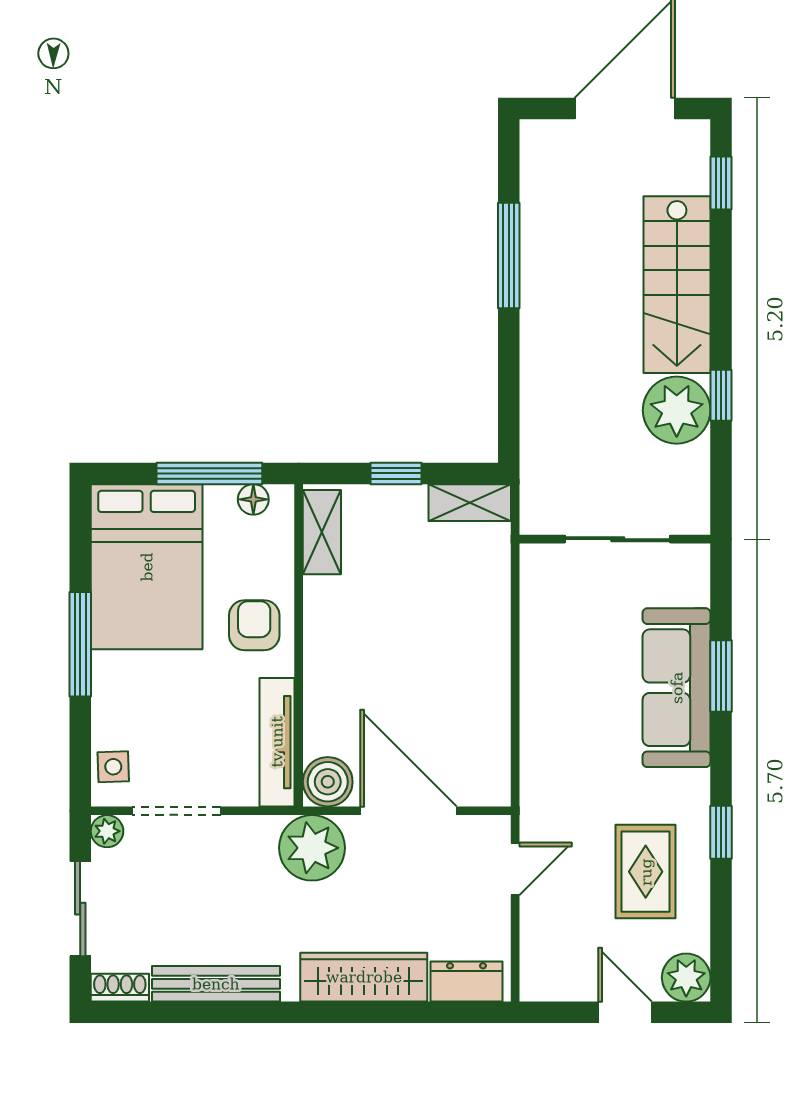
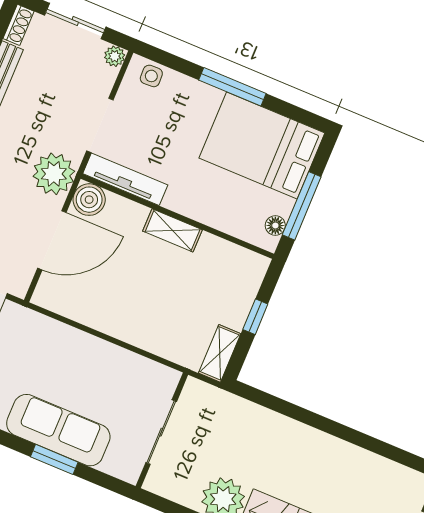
window: (509, 255) -> (357, 438), removed
shelving: (322, 532) -> (173, 230), moved
armchair: (254, 625) -> (200, 195), removed
doorway: (176, 811) -> (100, 125), moved

